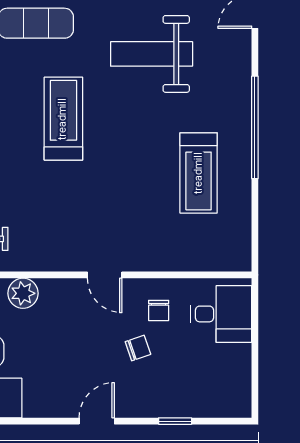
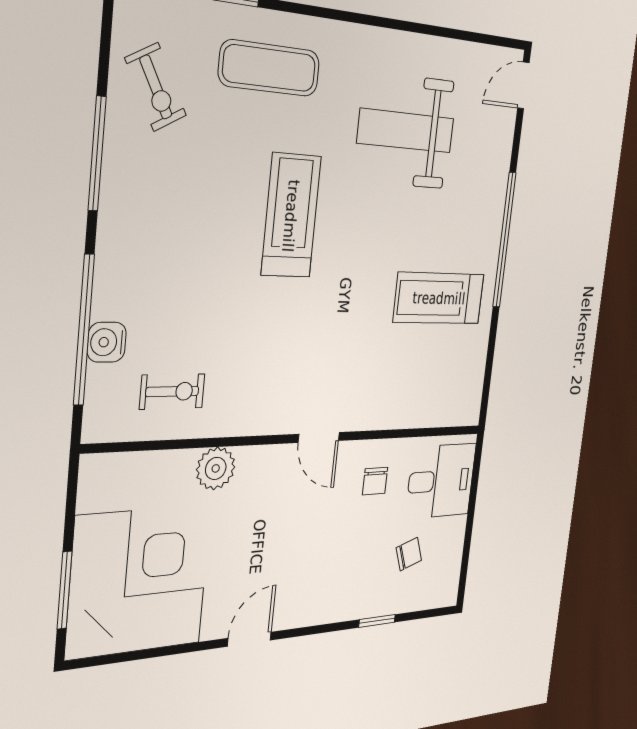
treadmill: (199, 173) -> (439, 298), turned 90
chair: (138, 348) -> (409, 554), moved
door: (97, 421) -> (249, 639), moved

